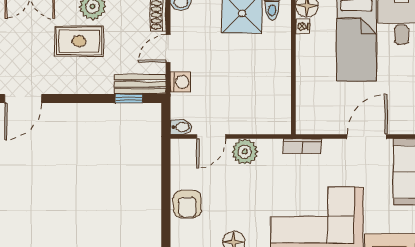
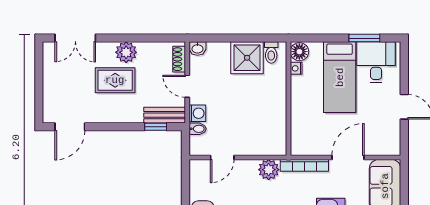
door: (168, 48) -> (187, 86), hinge flipped
bidet: (181, 127) -> (198, 129), moved
bookcase: (302, 146) -> (304, 165), width x1.56
plant: (245, 152) -> (269, 170), moved

